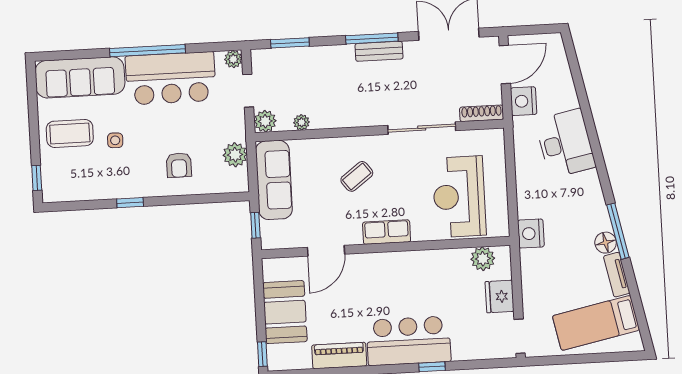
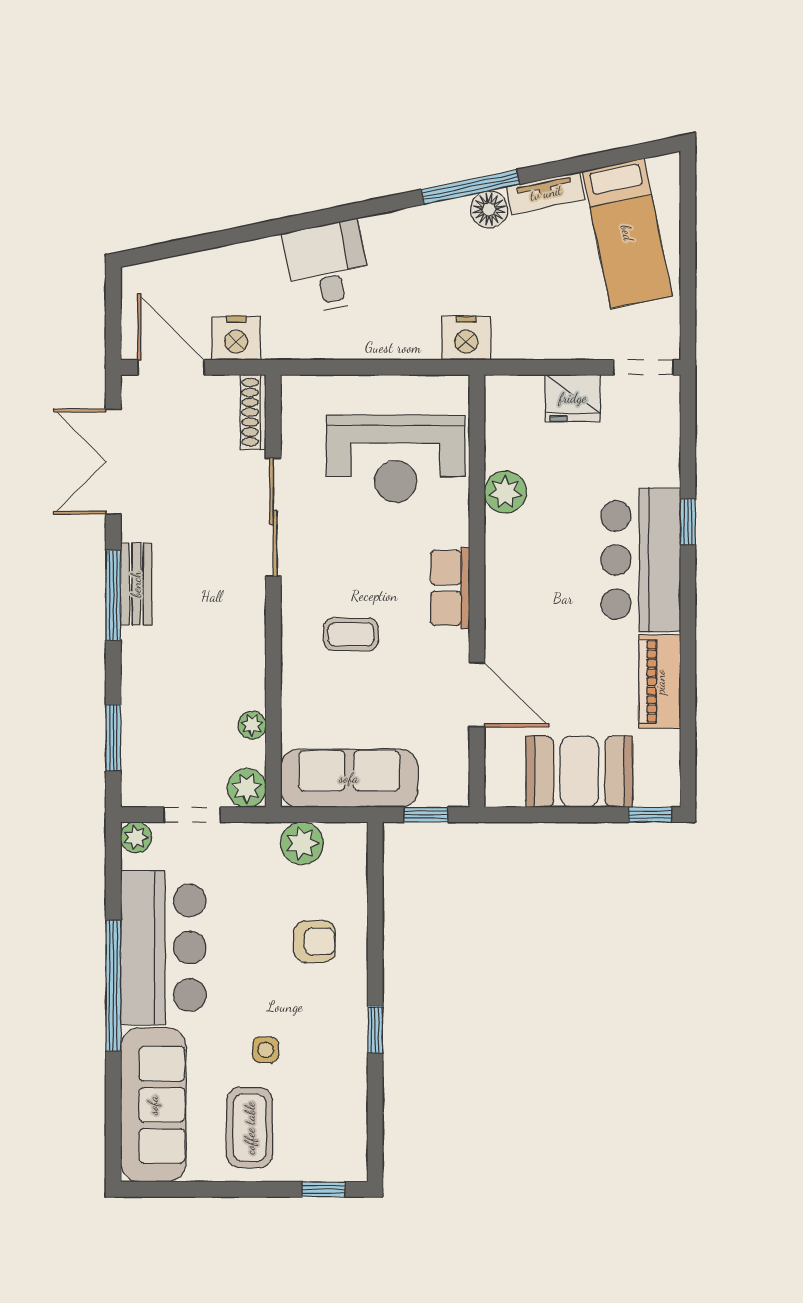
desk: (565, 143) -> (327, 267), width x0.73
coffee table: (357, 176) -> (351, 634), turned -53
plant: (483, 259) -> (505, 492), moved

